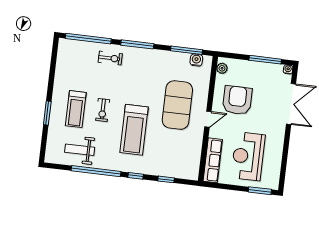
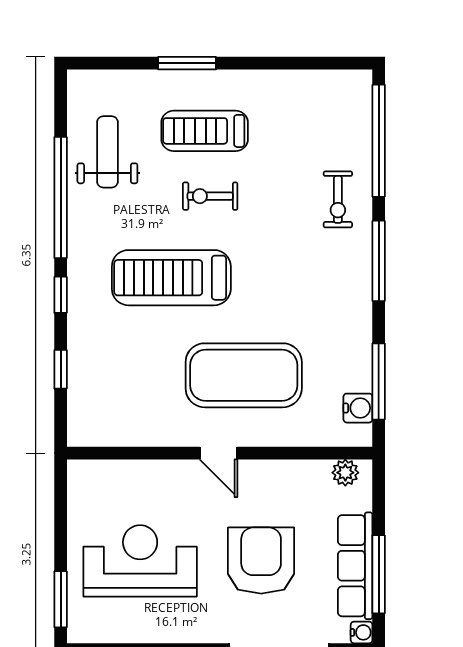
armchair: (237, 100) -> (261, 561), moved, turned -90
row of seats: (213, 160) -> (355, 566), moved, turned 90

